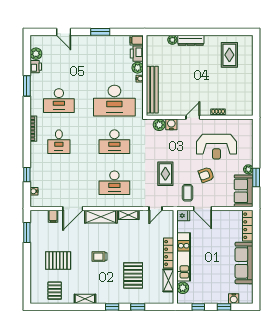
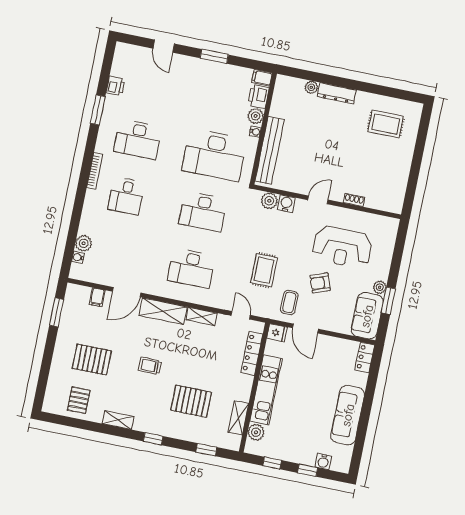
plant: (36, 54) -> (84, 243), moved
rug: (229, 55) -> (386, 124), turned 90
window: (27, 175) -> (73, 232), removed
door: (155, 209) -> (241, 315), swing flipped
locker: (248, 226) -> (365, 357), width x0.66
locker: (169, 253) -> (252, 353), moved
pallet: (133, 275) -> (191, 401), turned 90
window: (138, 307) -> (206, 450), moved

